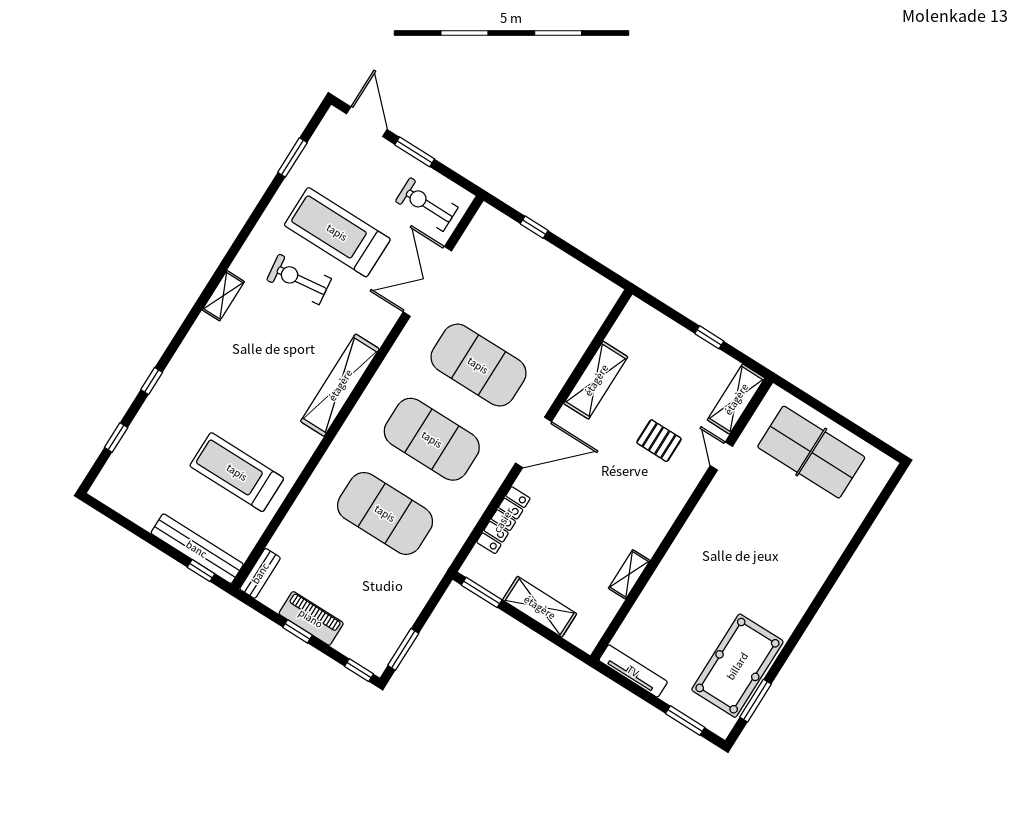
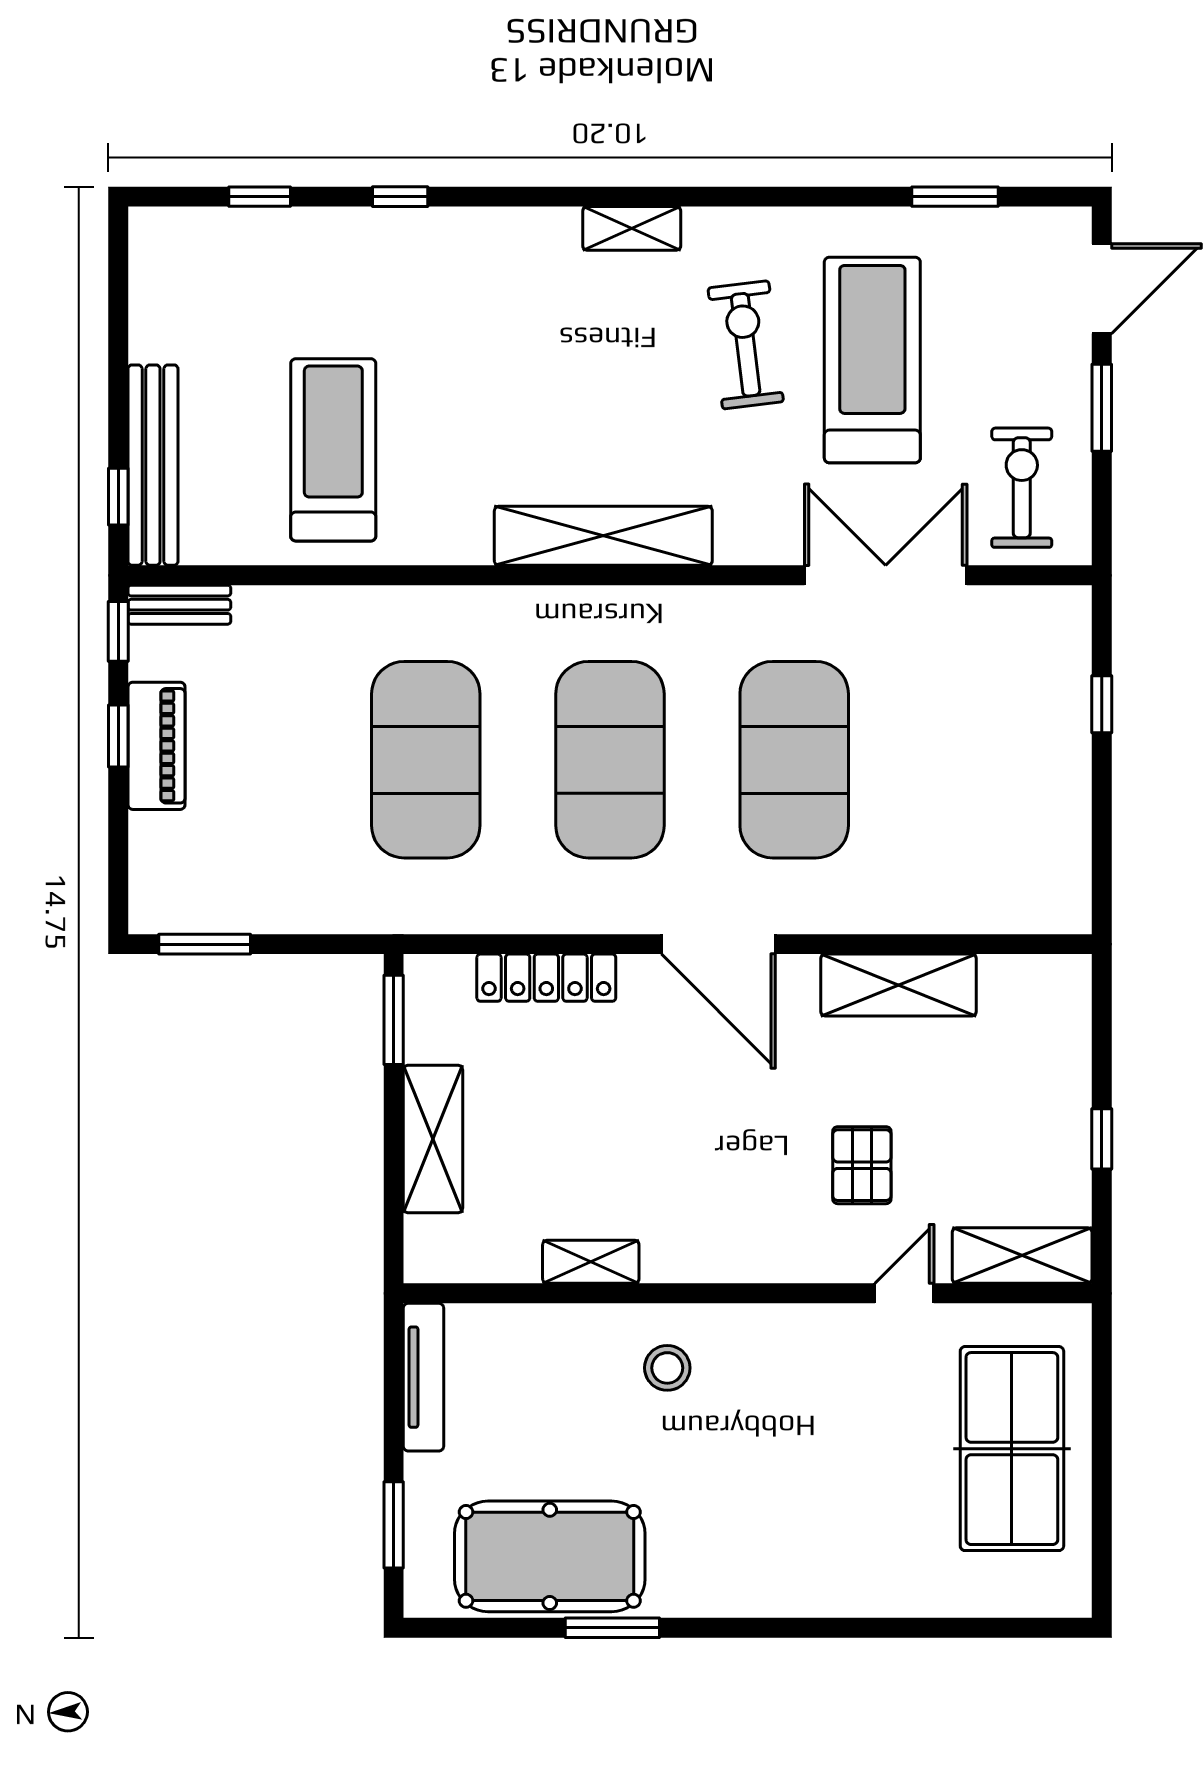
stool: (691, 570) -> (667, 1368), added
window: (359, 670) -> (118, 631), moved
window: (756, 701) -> (612, 1628), moved

